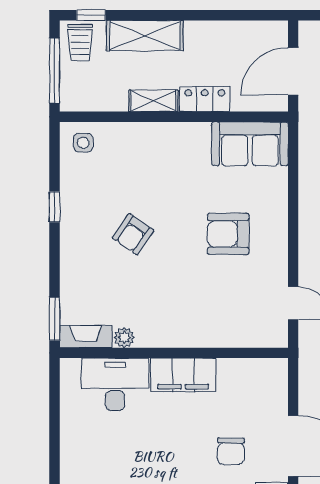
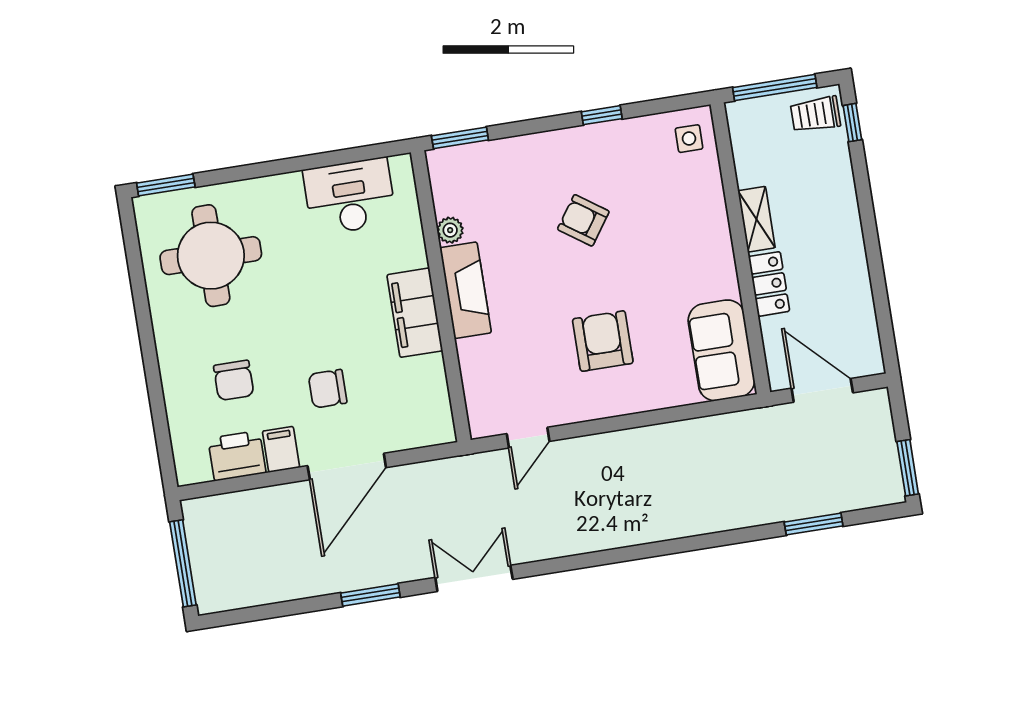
shelving: (145, 36) -> (837, 195), removed
fireplace: (86, 337) -> (466, 290), moved, width x1.37, depth x1.32
desk: (115, 384) -> (350, 196), moved, turned -90

